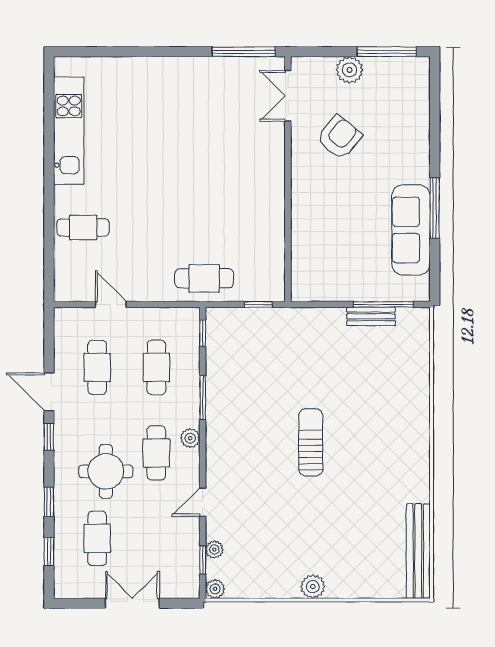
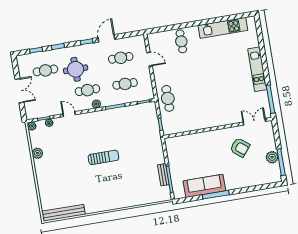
kitchen unit: (173, 70) -> (257, 69), added
plant: (350, 70) -> (272, 157), moved
door: (111, 304) -> (149, 59), hinge flipped
plant: (313, 587) -> (37, 153), moved

